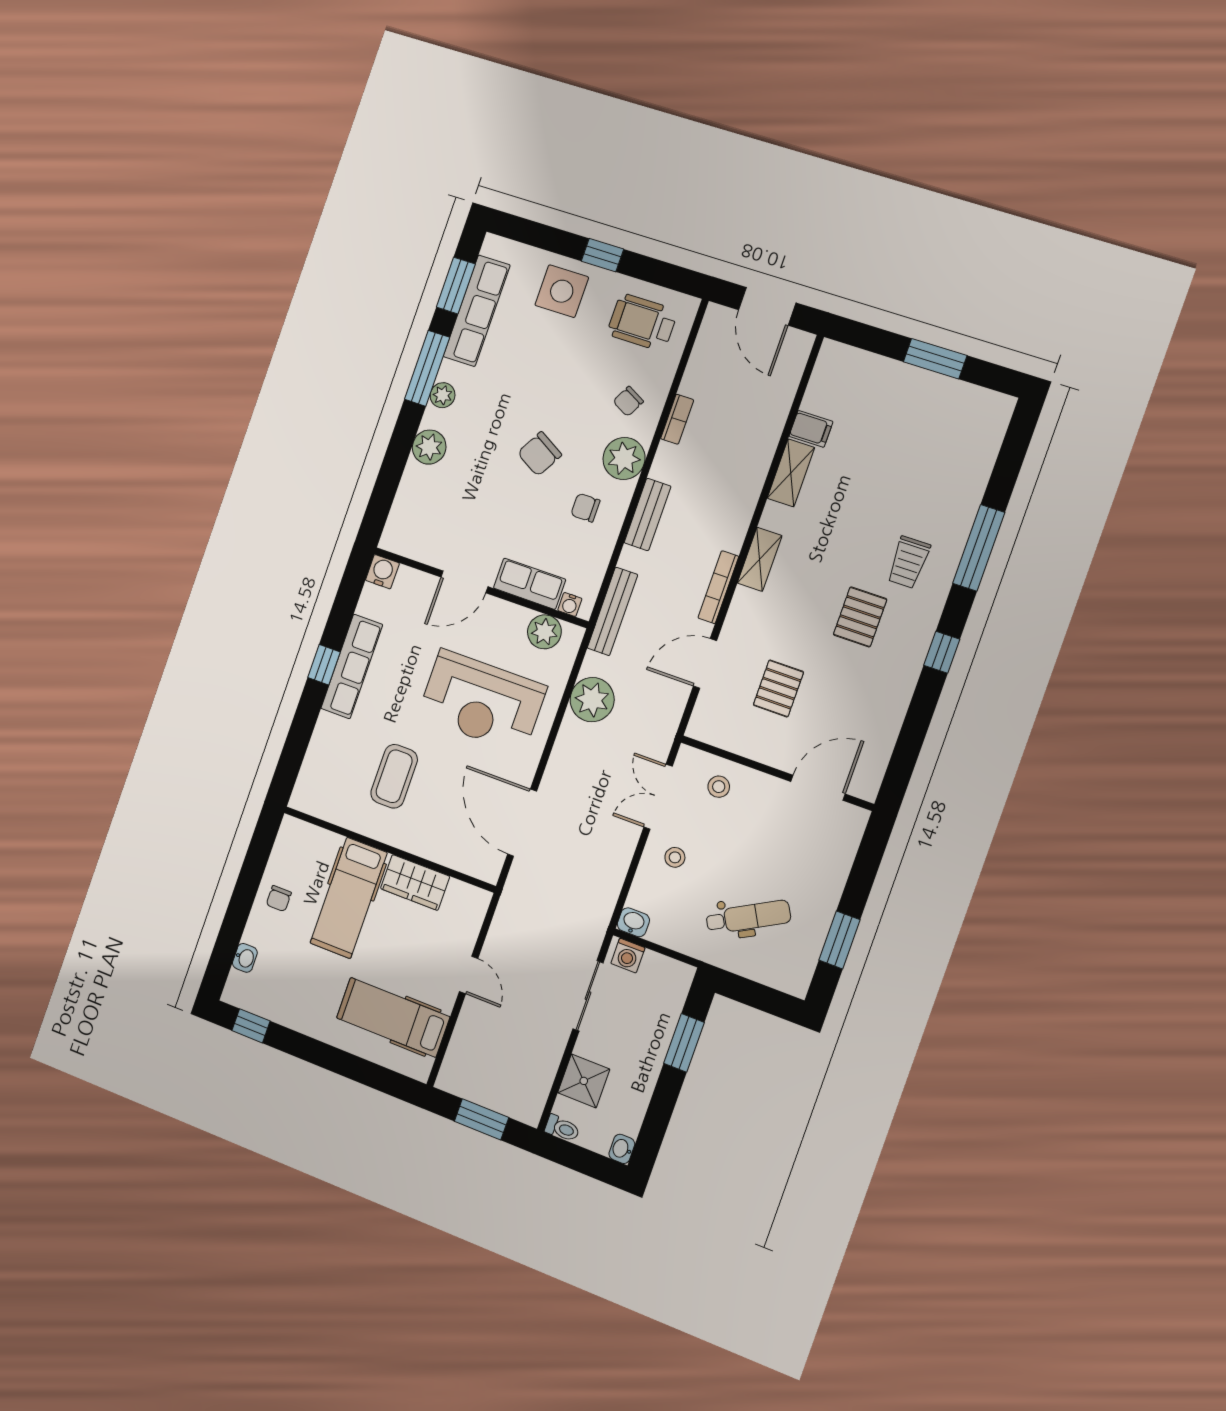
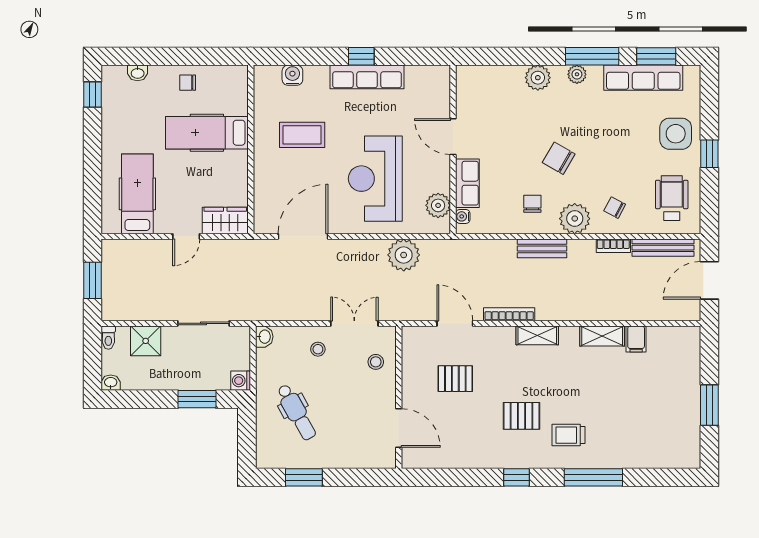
water cooler: (382, 572) -> (292, 75), moved, turned -90
bench: (612, 611) -> (663, 248), moved
wardrobe: (415, 882) -> (225, 220), moved, turned 90
washing machine: (628, 956) -> (241, 381), moved

